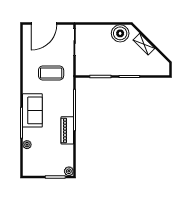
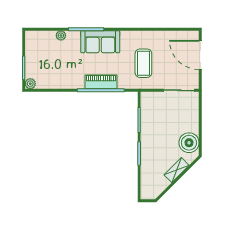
piano: (67, 130) -> (101, 82), moved

